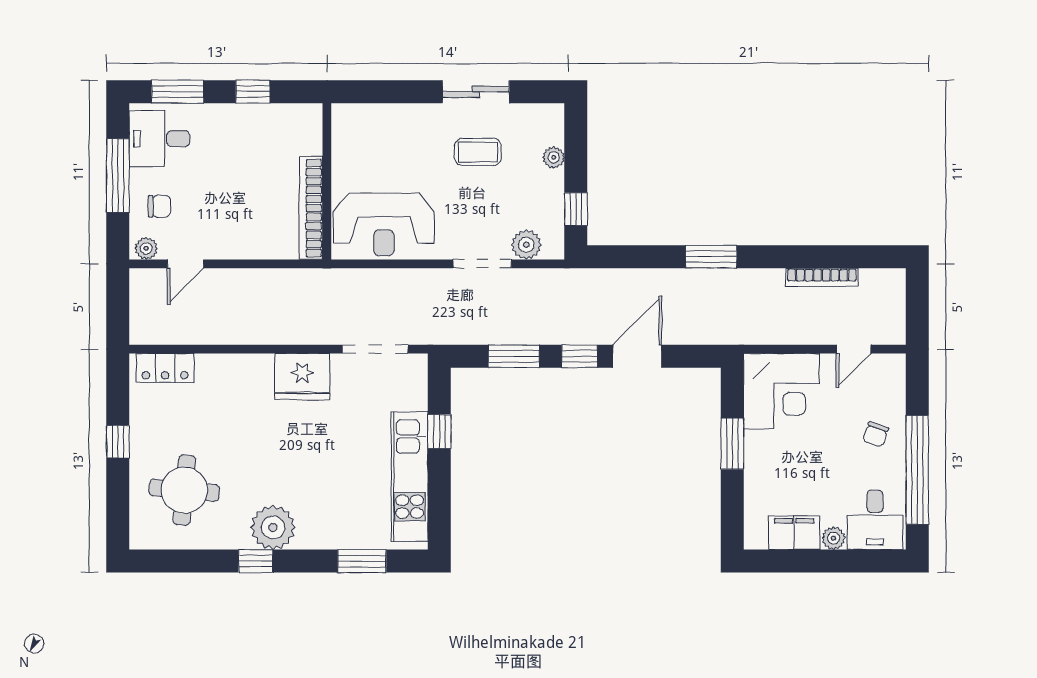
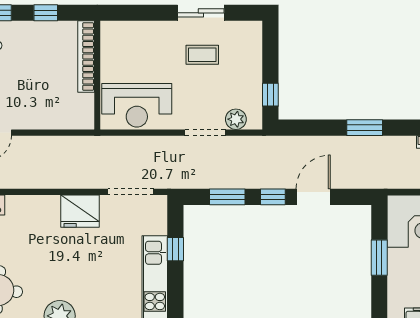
plant: (554, 157) -> (255, 59), removed
bookcase: (311, 208) -> (86, 57), moved

